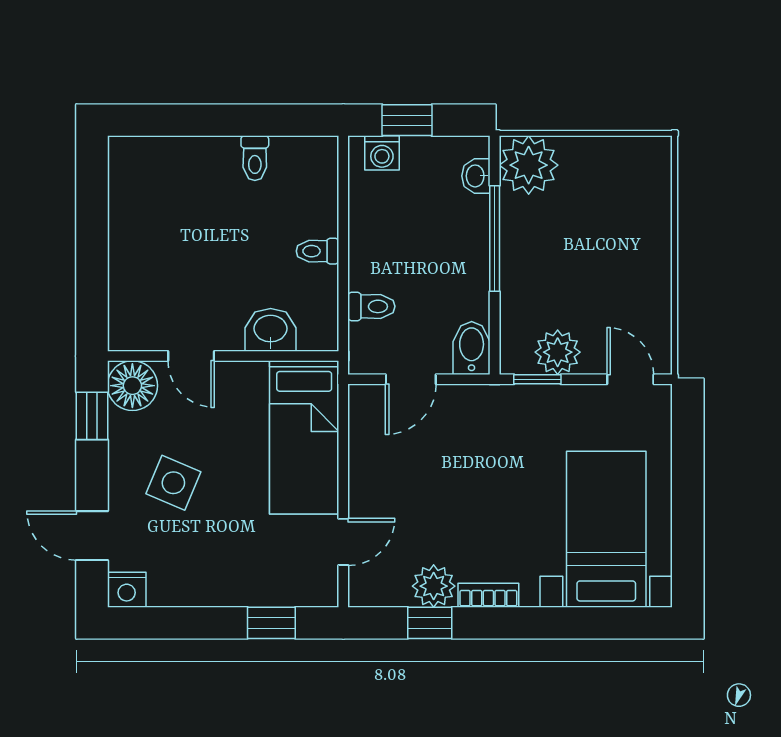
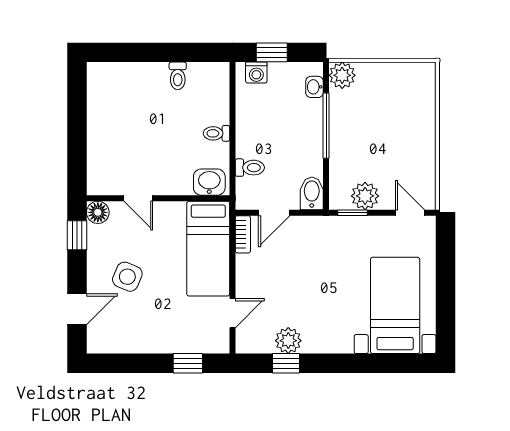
plant: (529, 165) -> (342, 75), width x0.73, depth x0.73
washbasin: (271, 330) -> (209, 182), moved
floor lamp: (132, 386) -> (98, 212), width x0.73, depth x0.73
door: (92, 536) -> (77, 309), swing flipped
nightstand: (127, 590) -> (98, 343), removed
bookcase: (488, 595) -> (243, 234), moved, turned 90

